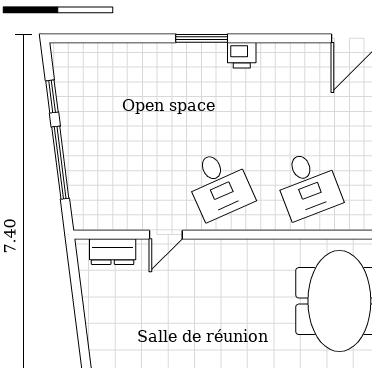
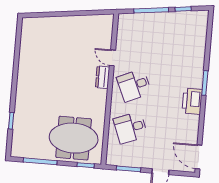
printer: (242, 55) -> (192, 101), width x1.87, depth x1.48
dresser: (113, 252) -> (103, 77), moved

